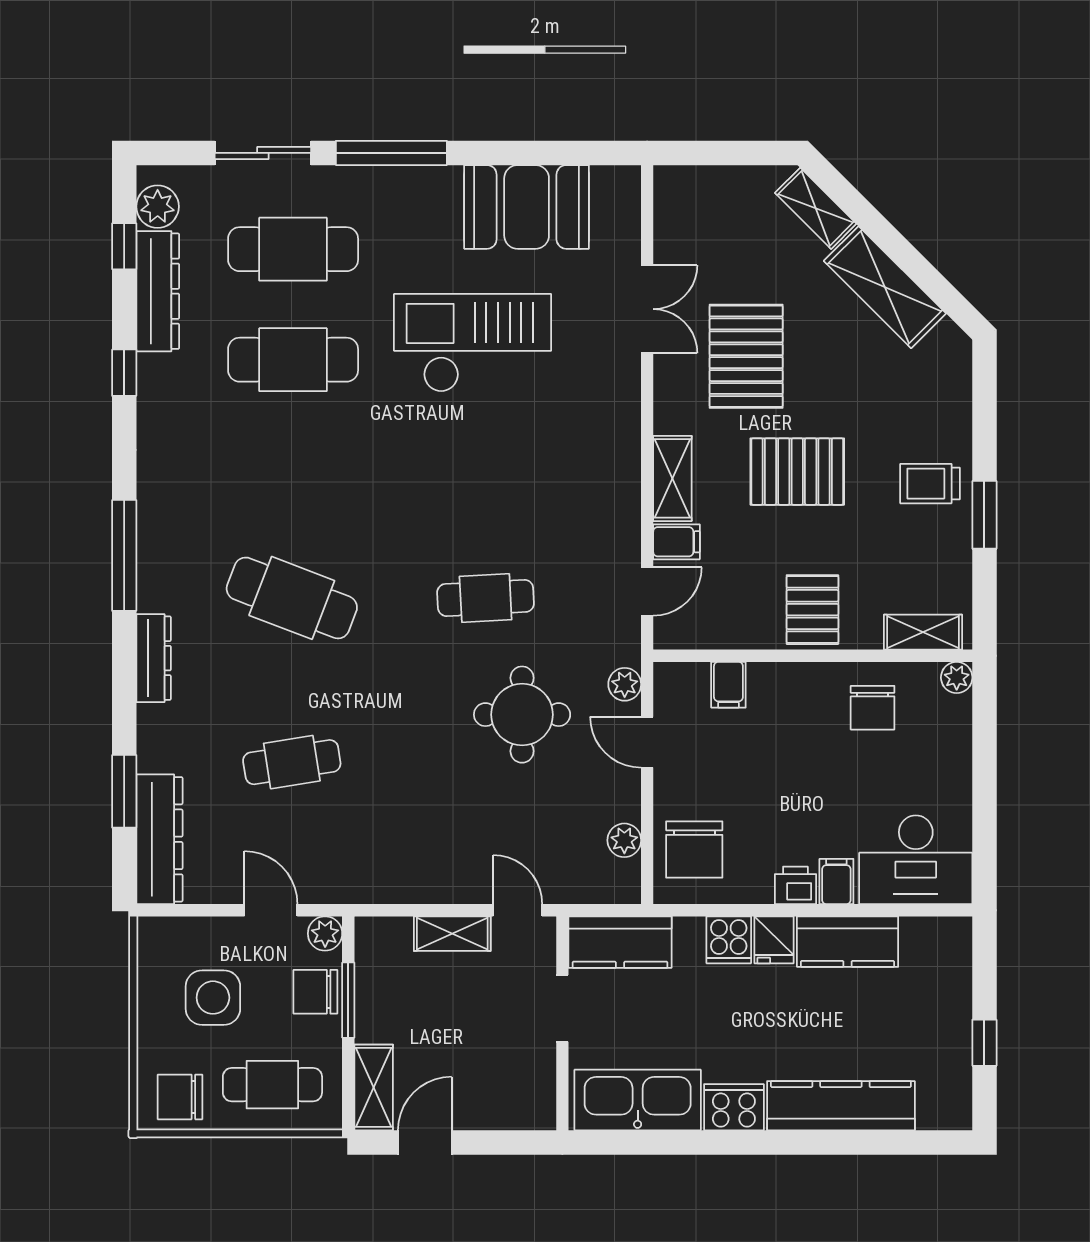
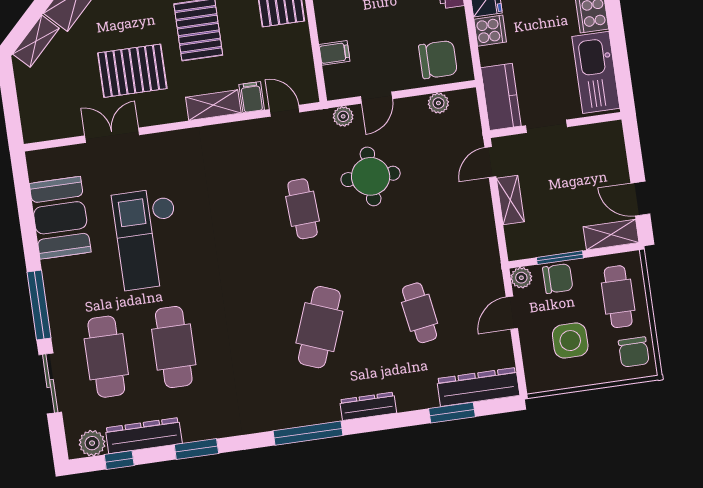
window: (124, 373) -> (196, 449), width x1.50
chair: (315, 992) -> (558, 279), turned -90

